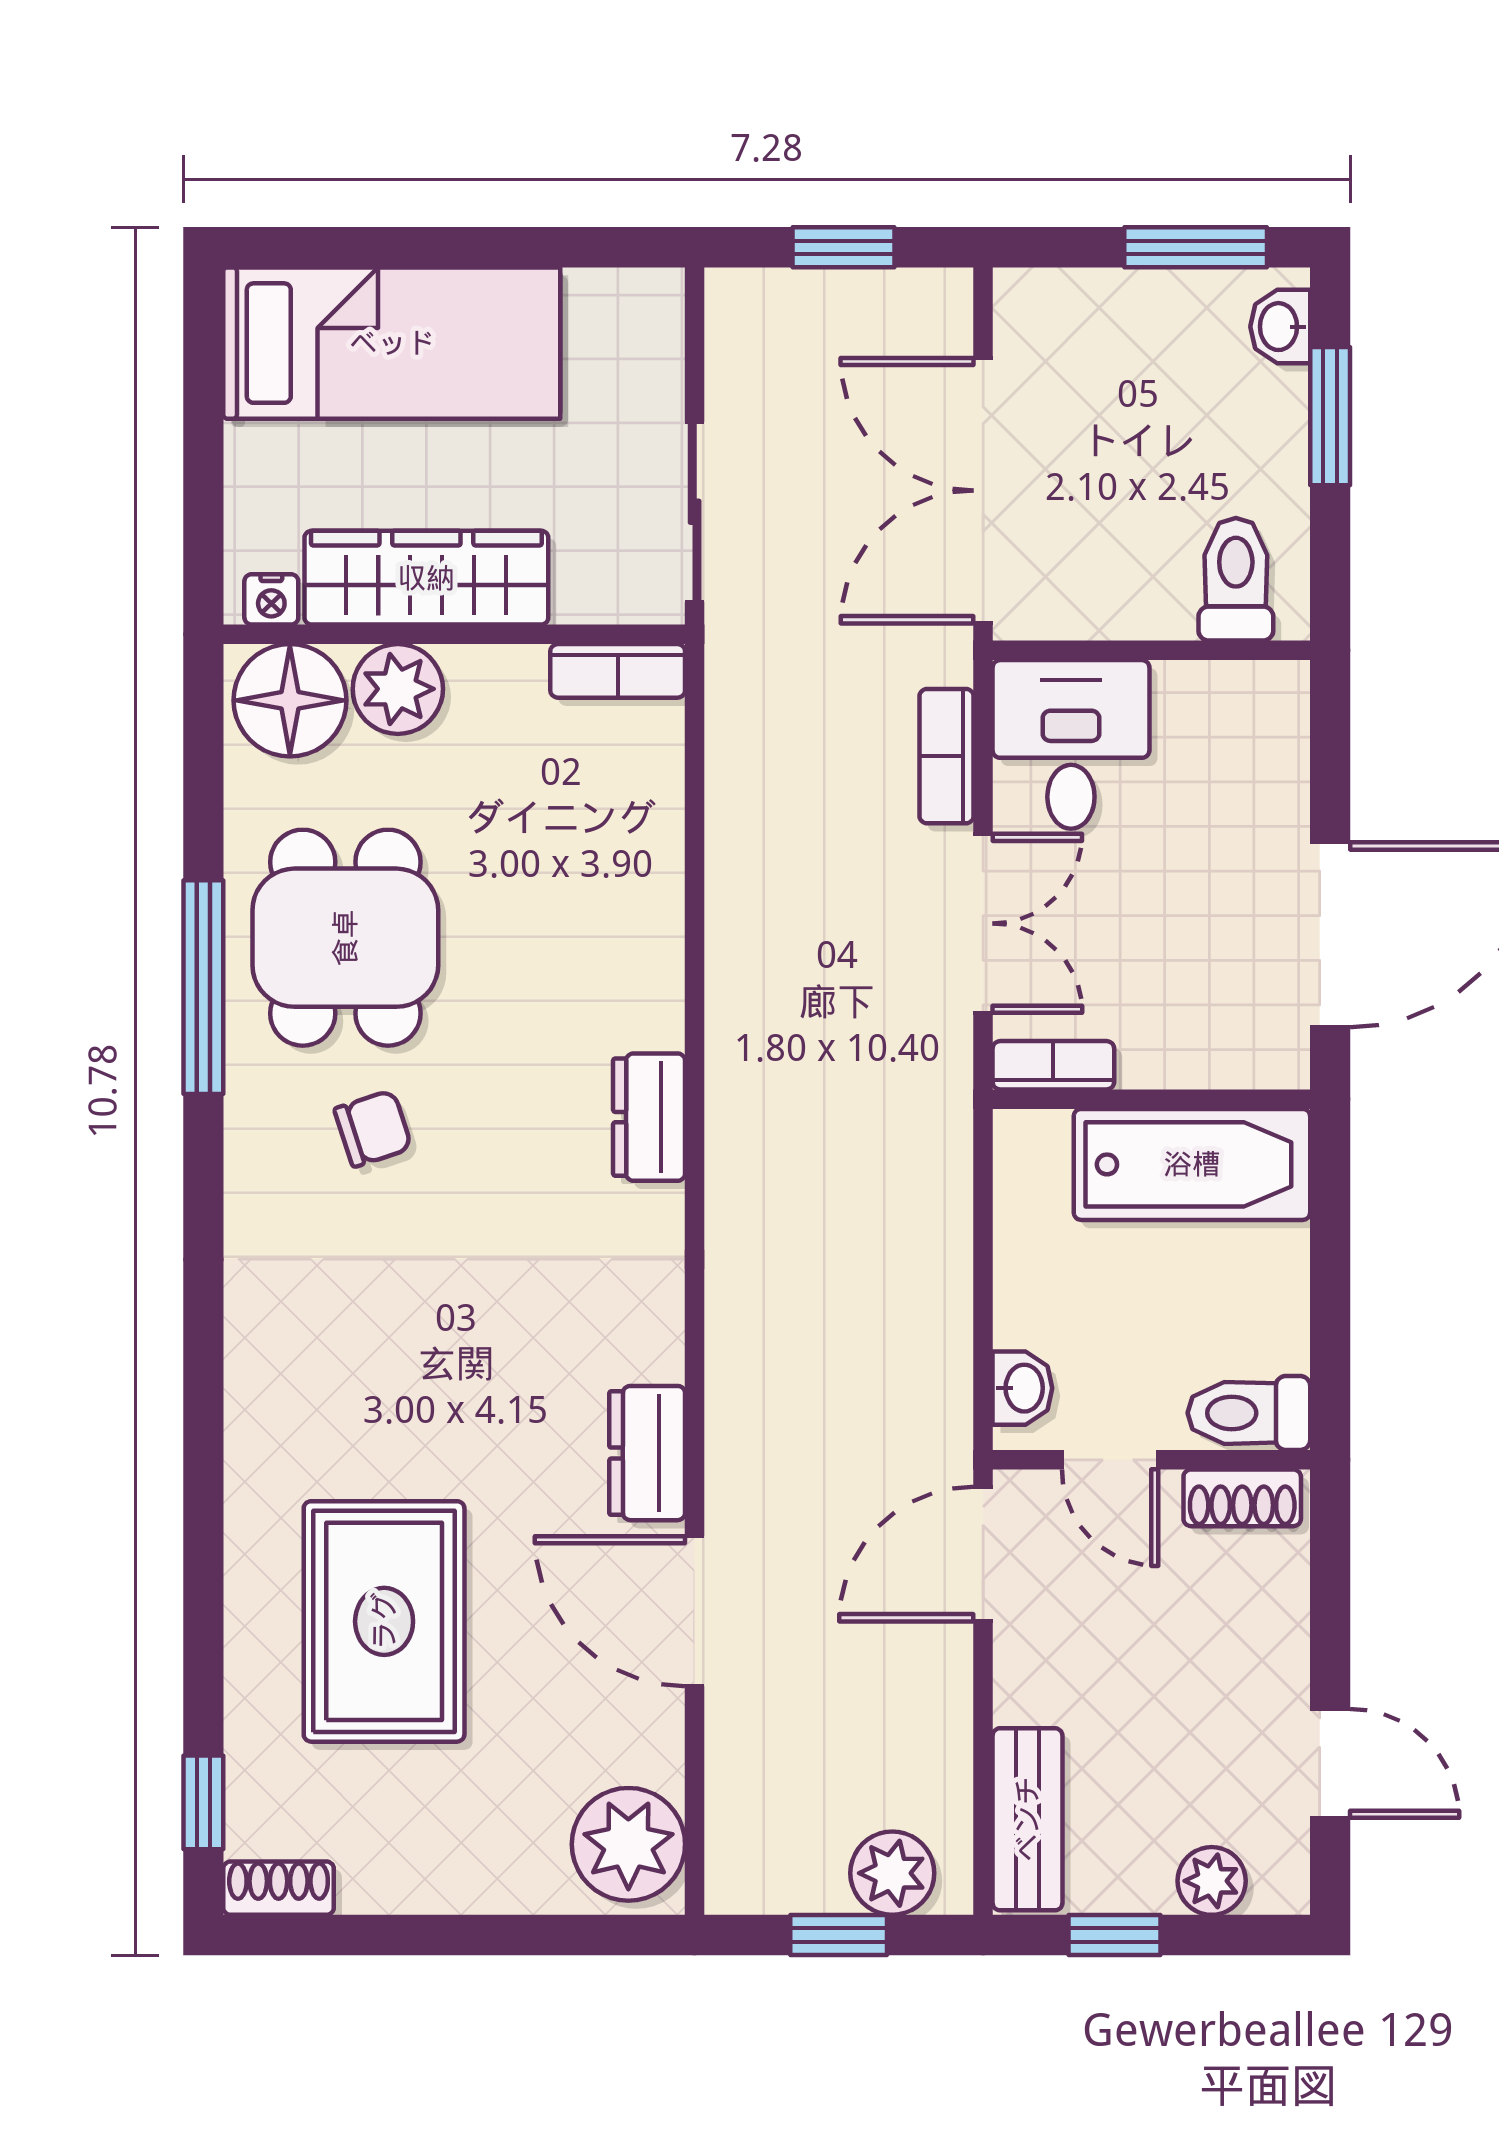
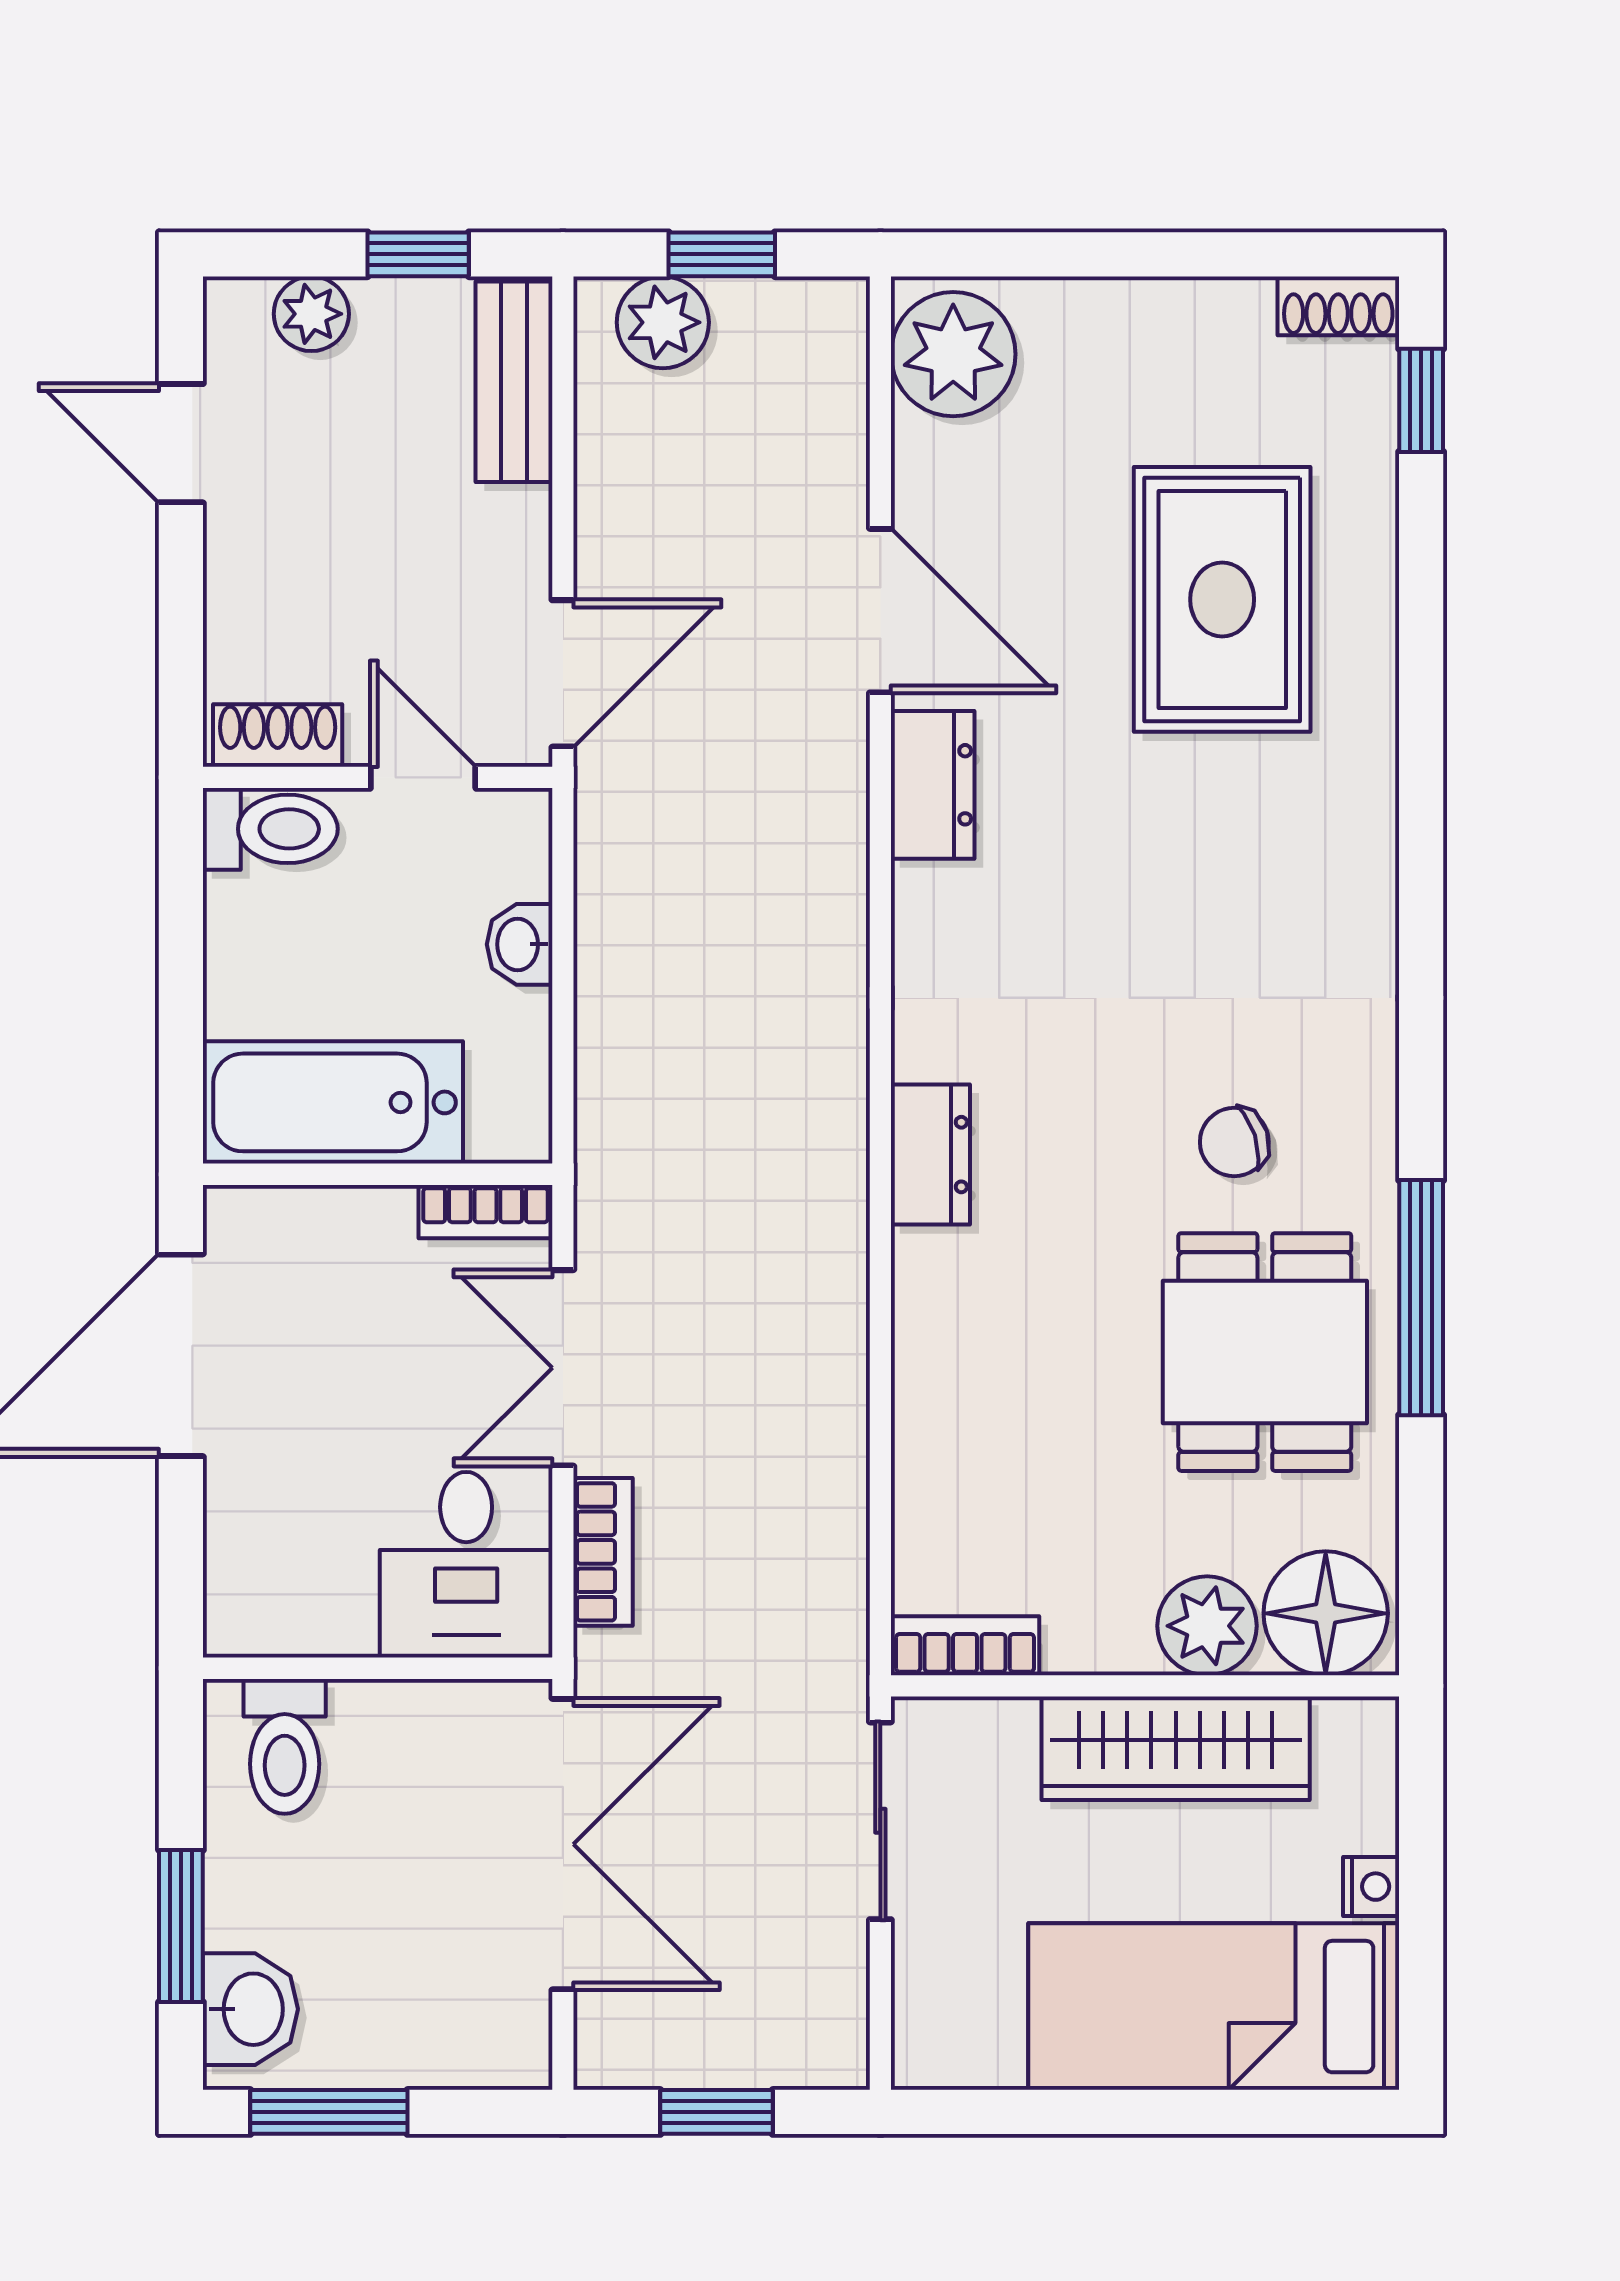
washbasin: (1280, 327) -> (250, 2009), width x1.38, depth x1.45
nightstand: (271, 599) -> (1371, 1887), moved, turned 90
washbasin: (1022, 1388) -> (520, 944), moved

